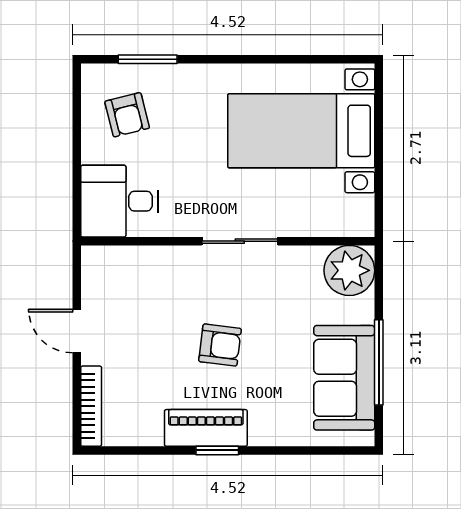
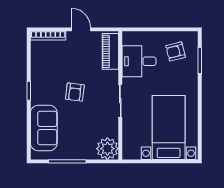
desk: (120, 201) -> (139, 61), moved, turned -90
door: (77, 331) -> (81, 29), hinge flipped
sofa: (344, 378) -> (44, 128), moved, turned 90
piano: (206, 428) -> (110, 51), moved, turned 180

